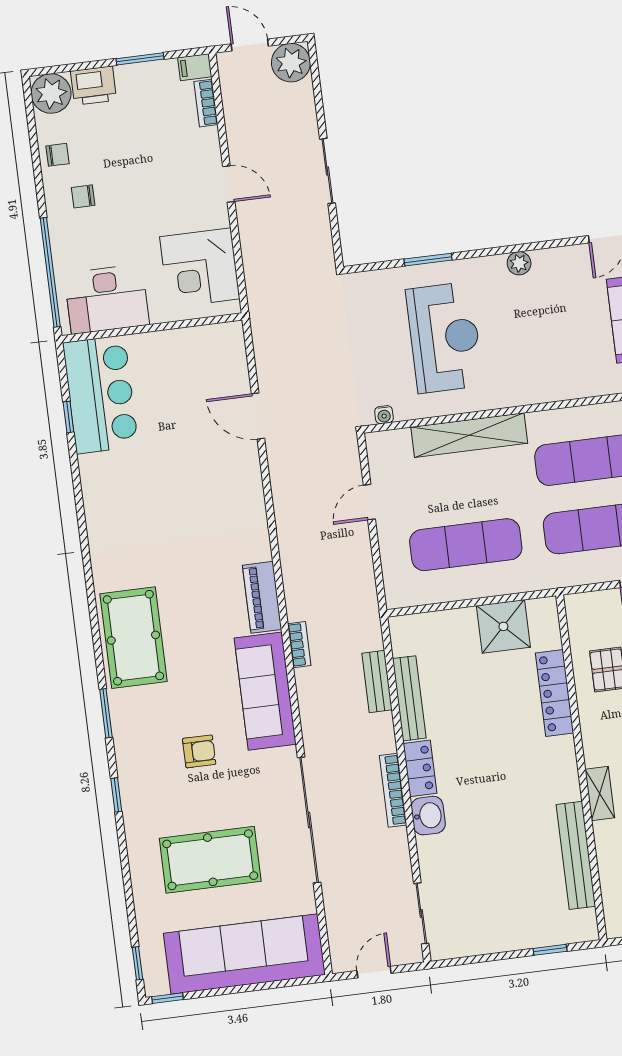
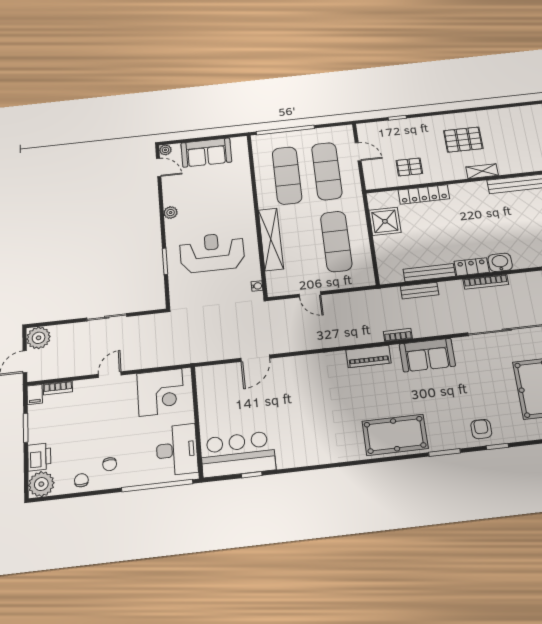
sofa: (265, 691) -> (427, 355), width x0.73
armchair: (199, 751) -> (481, 429), moved

